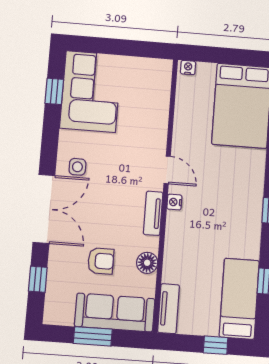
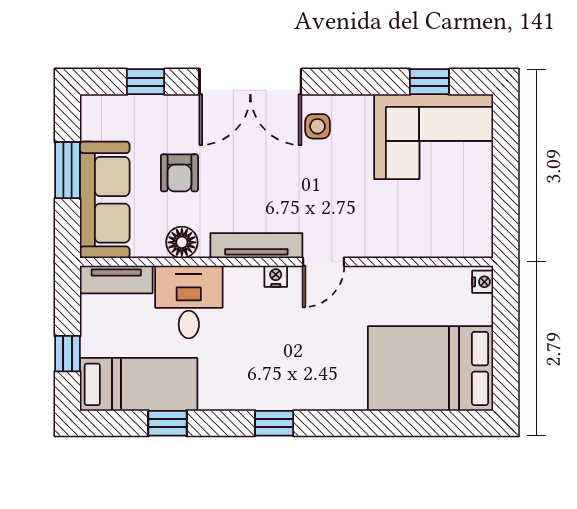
tv unit: (153, 213) -> (256, 246), width x1.41
desk: (187, 261) -> (189, 302), added

